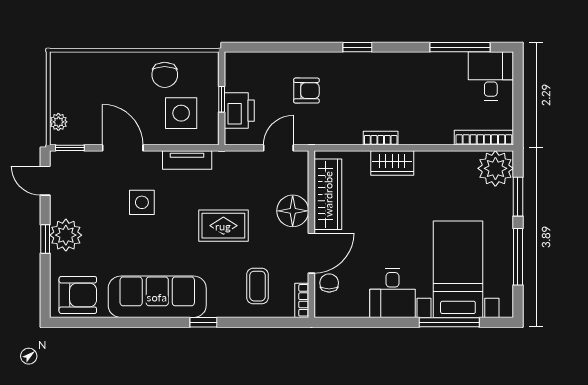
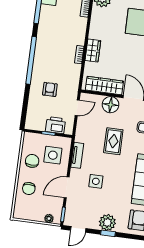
window: (357, 47) -> (31, 60), width x3.17
chair: (165, 75) -> (32, 161), turned -90
chair: (111, 76) -> (29, 189), added
door: (278, 148) -> (77, 108), swing flipped

